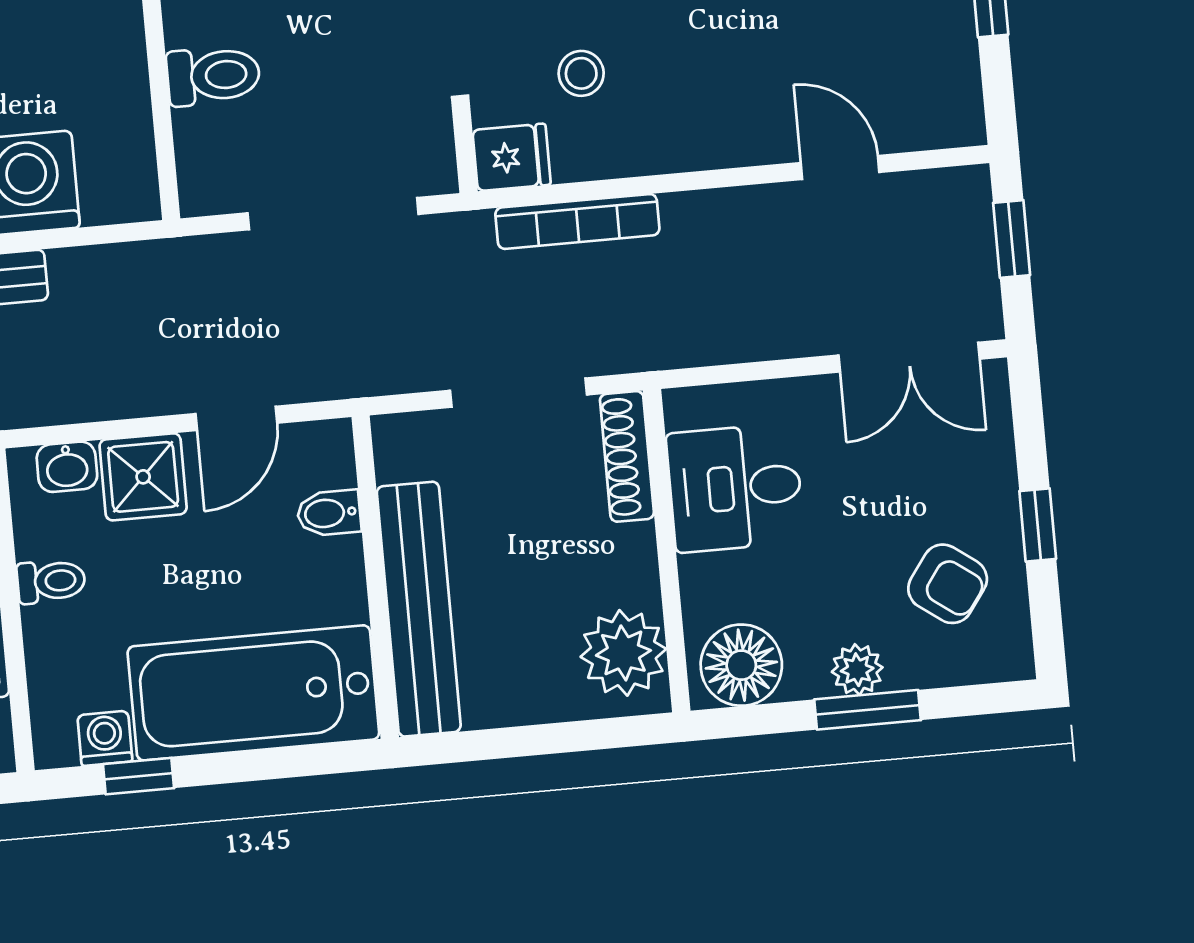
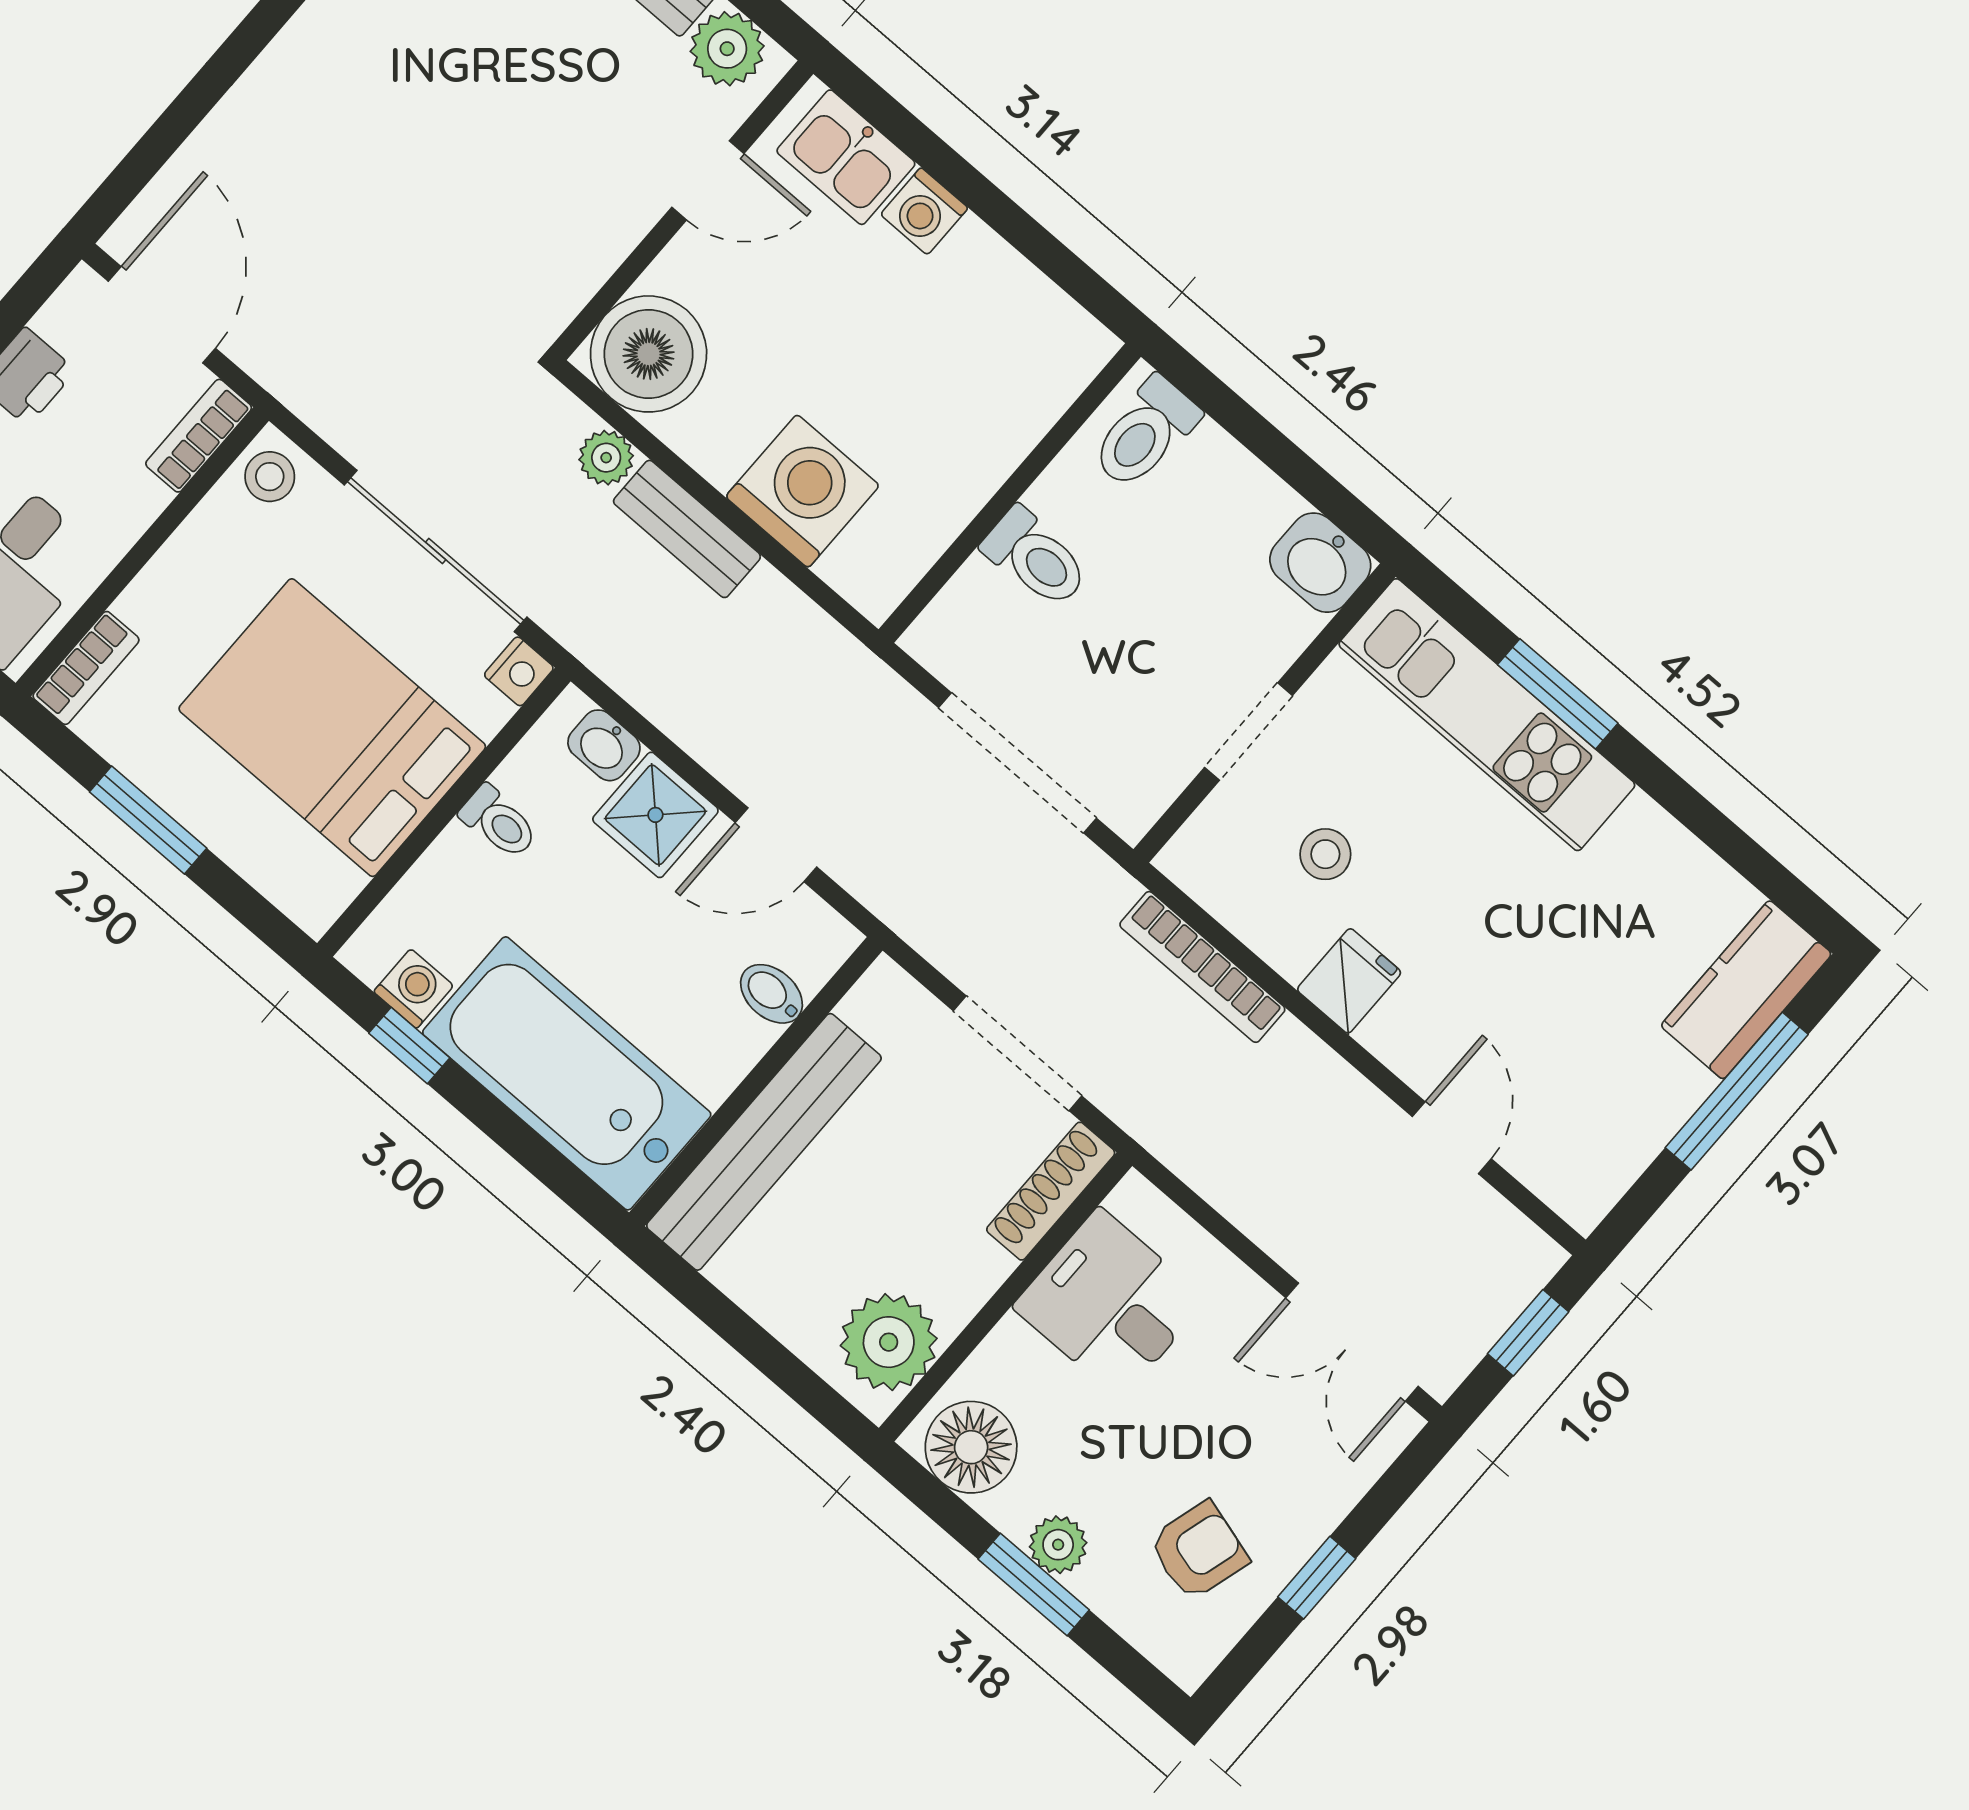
fridge: (512, 157) -> (1349, 981), moved, turned -90
armchair: (948, 584) -> (1198, 1551), turned -110

